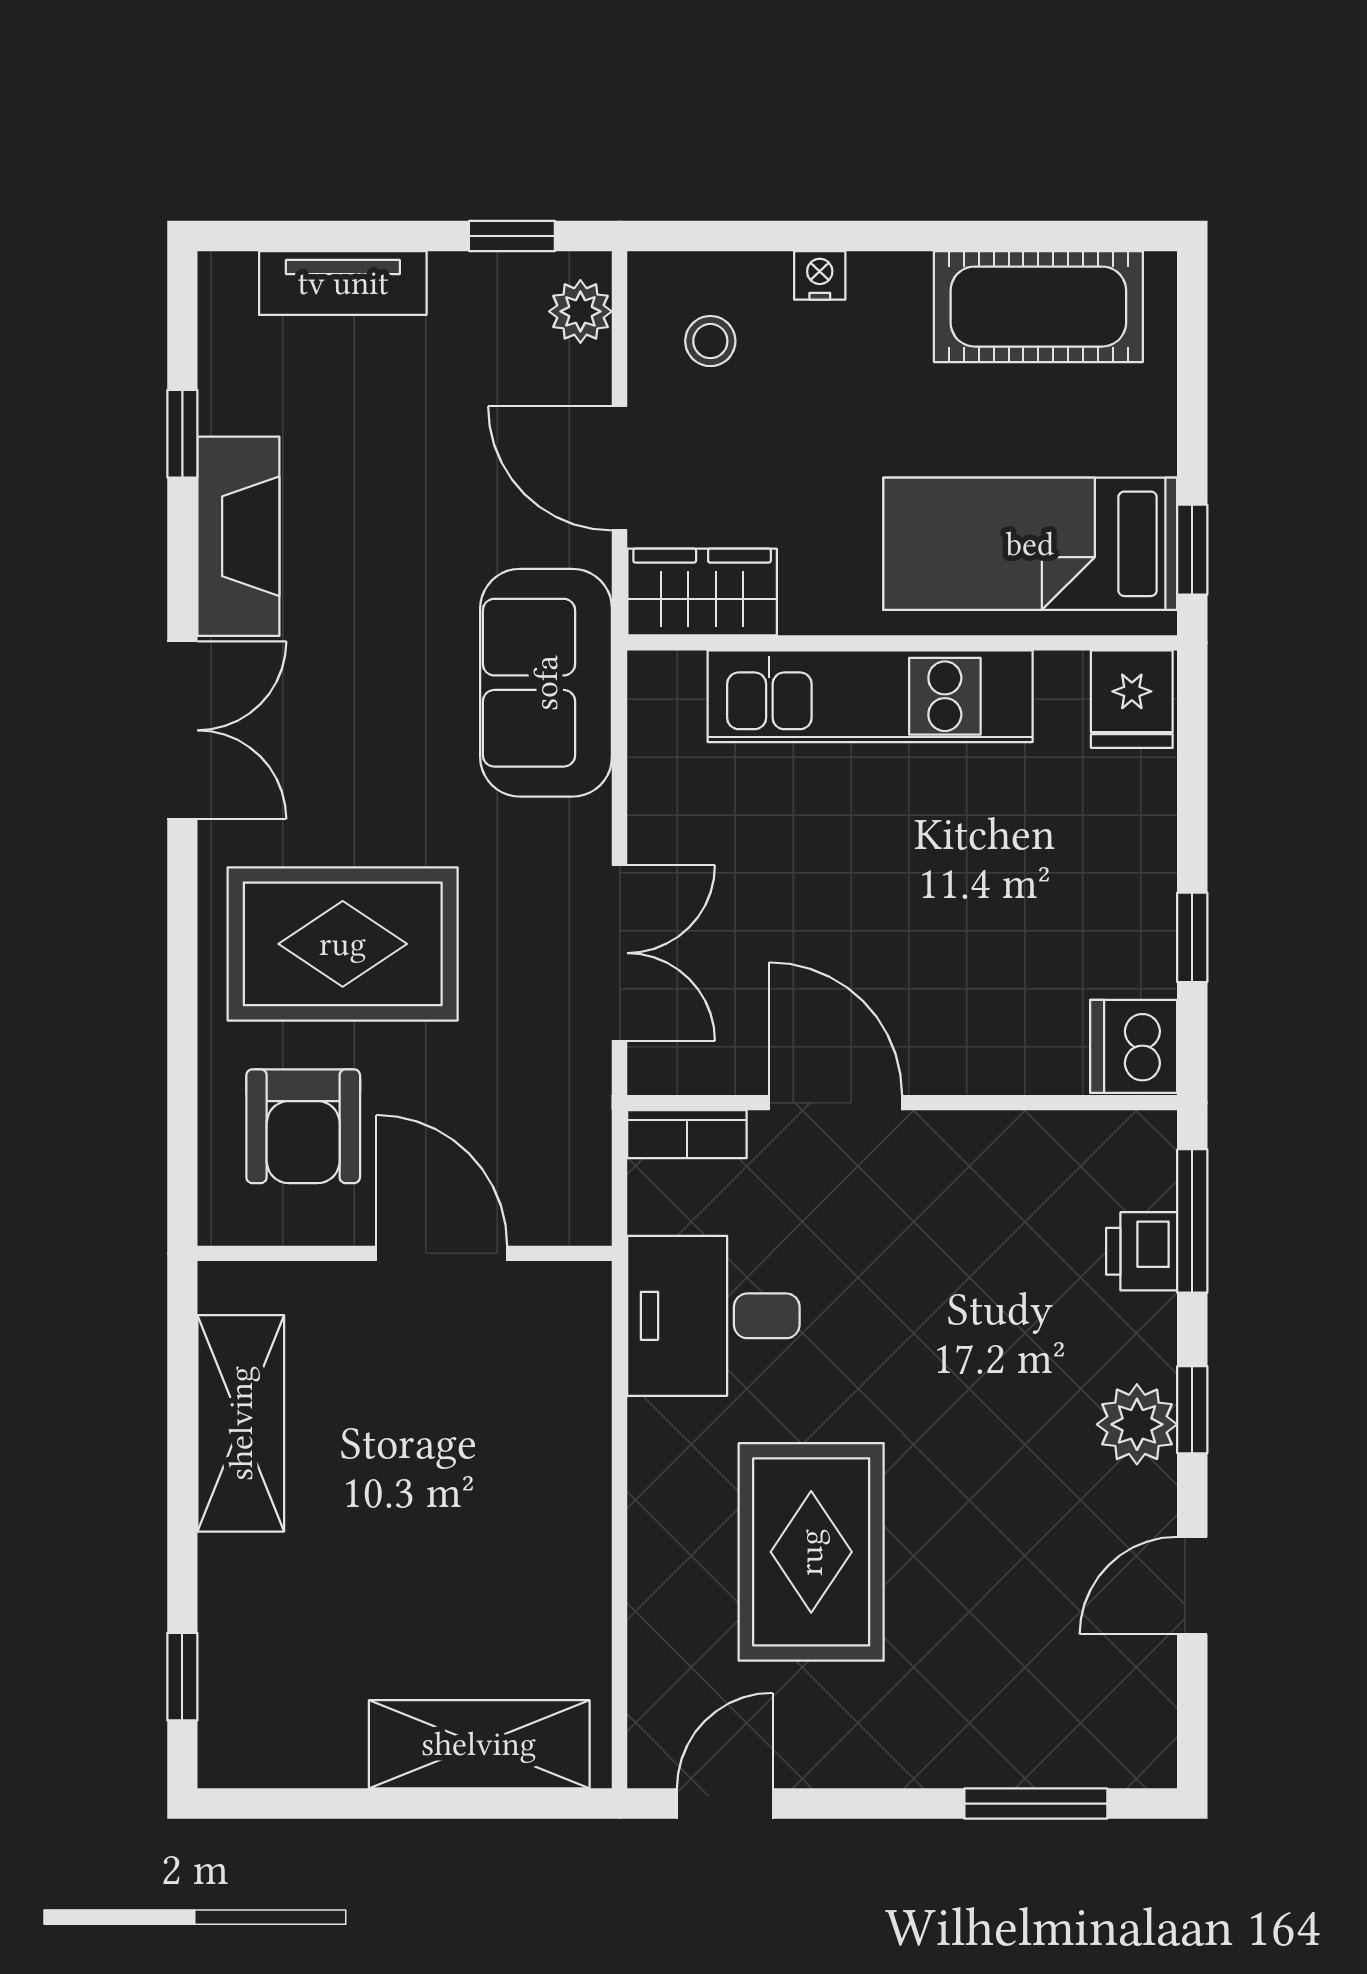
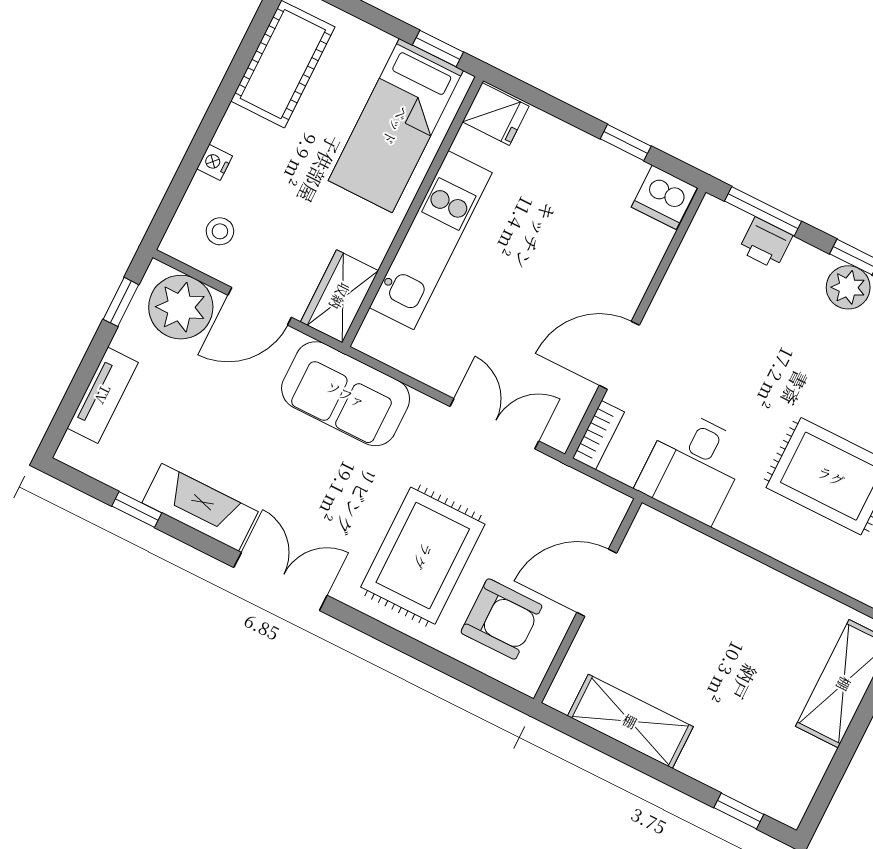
plant: (580, 311) -> (181, 307), width x1.88, depth x1.88

